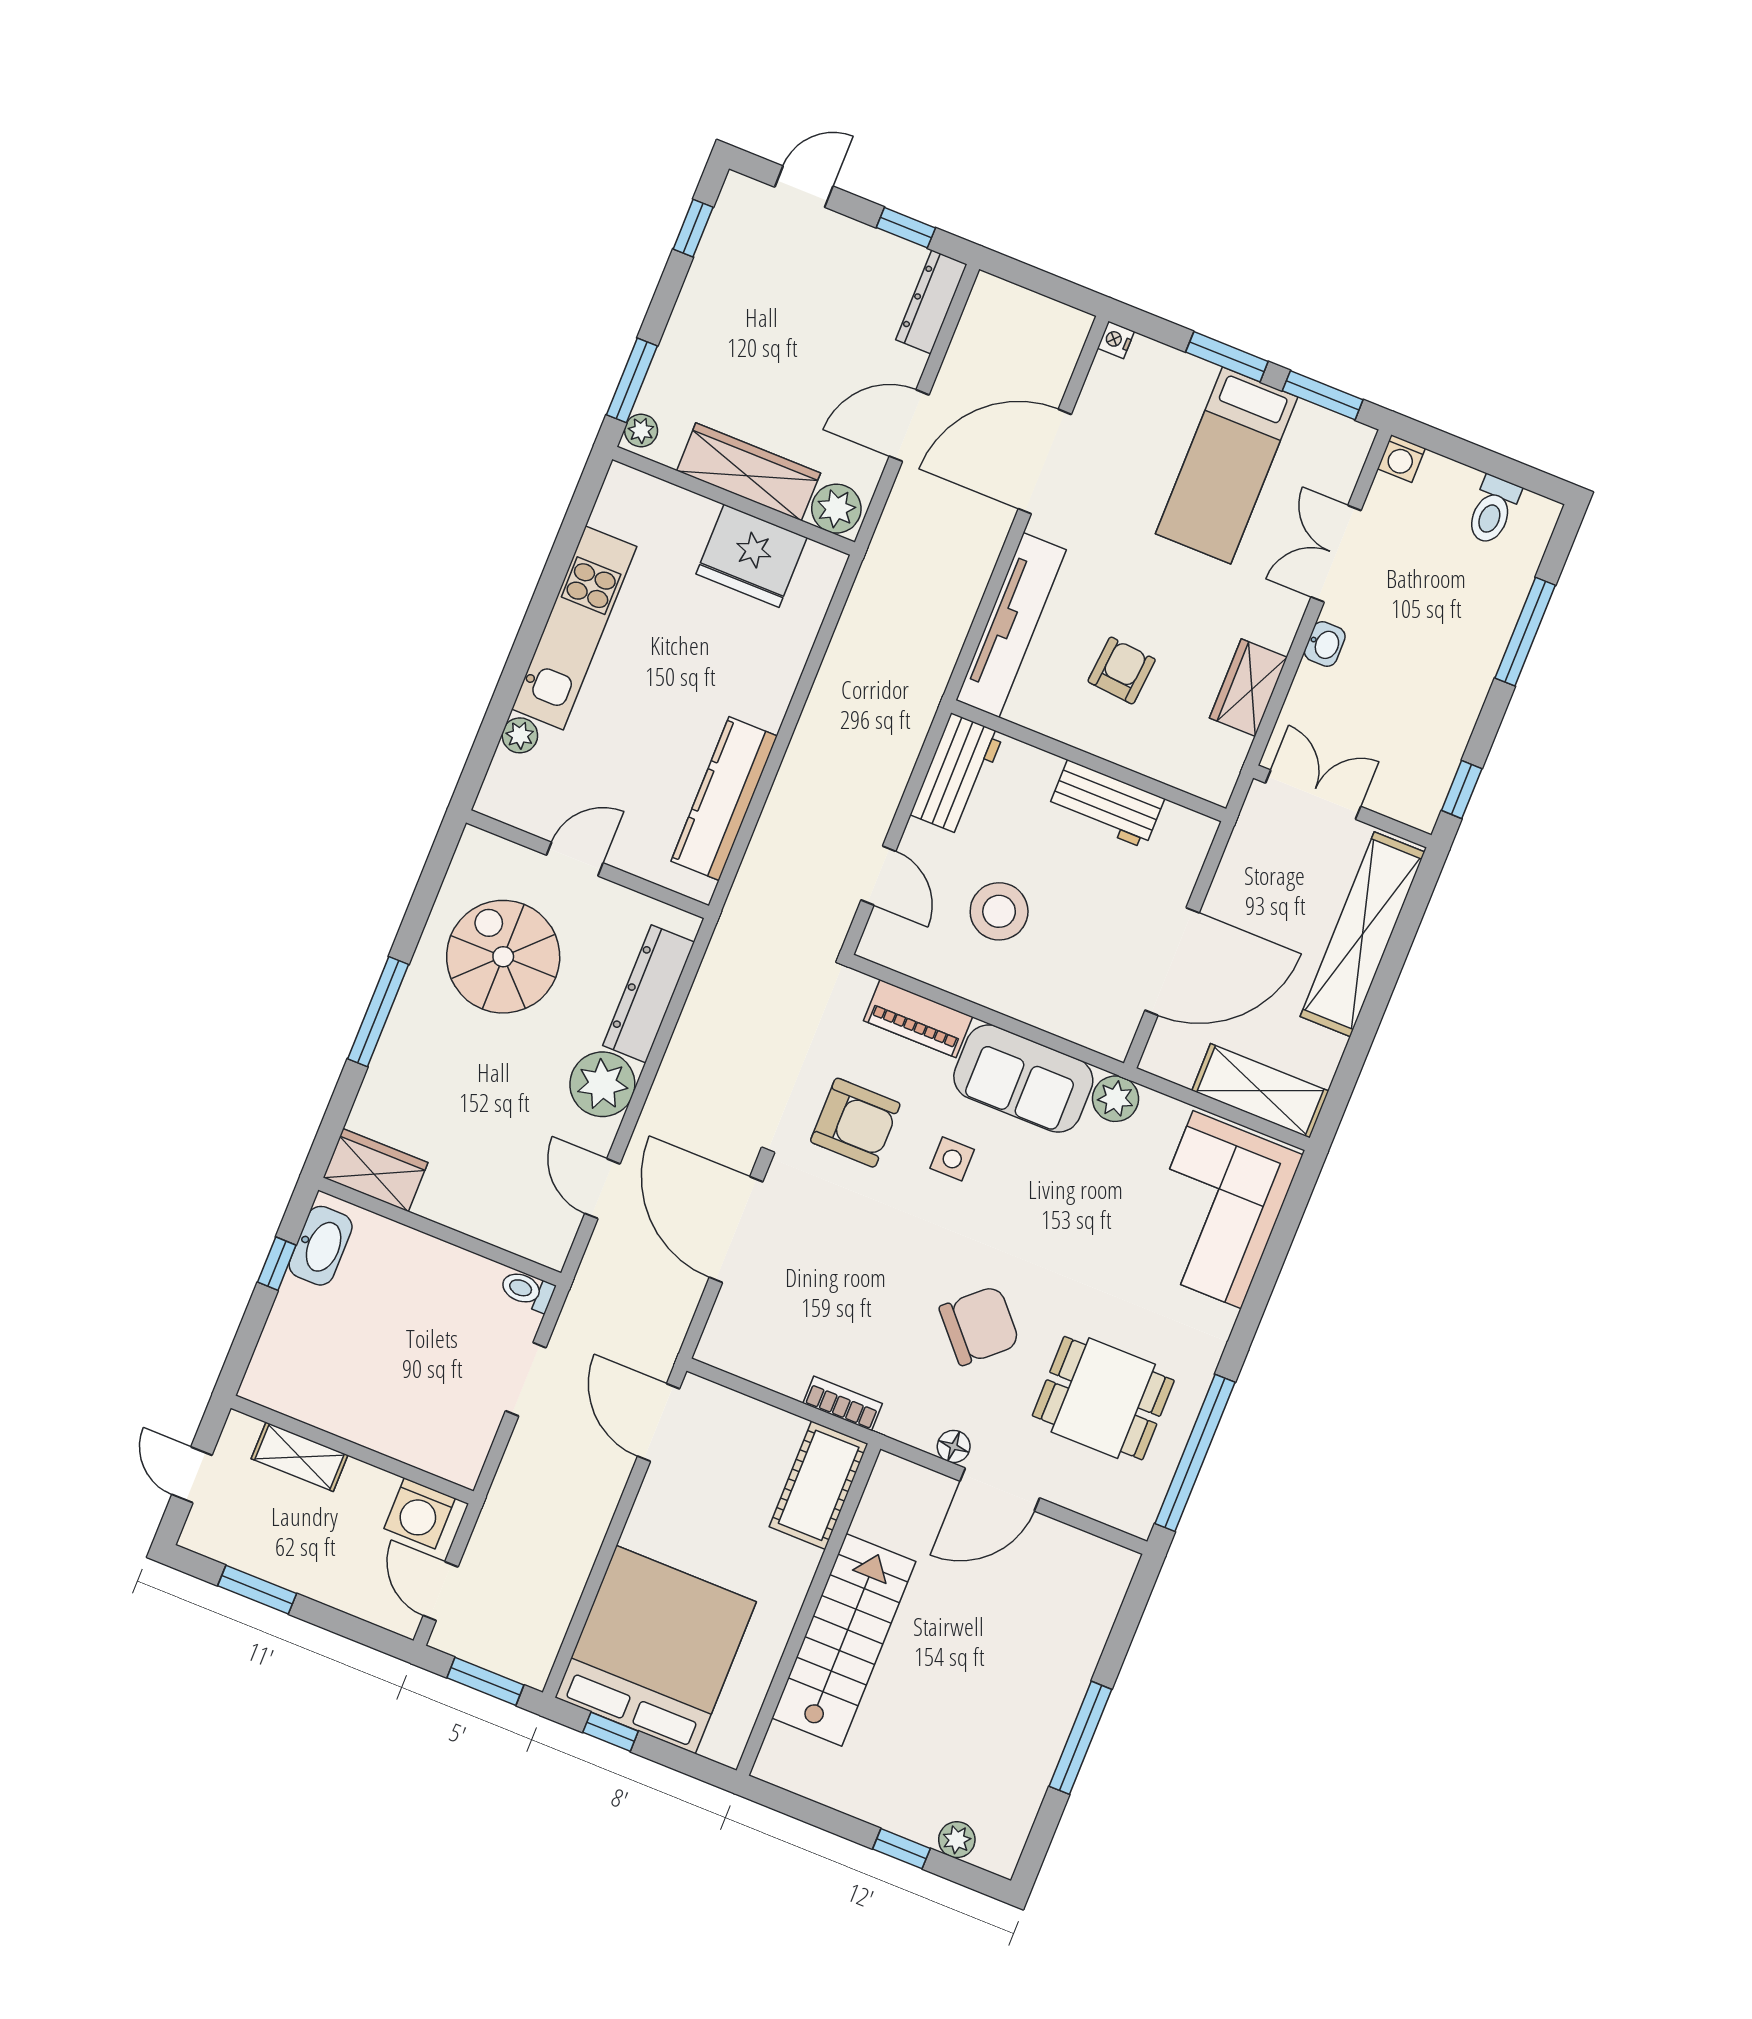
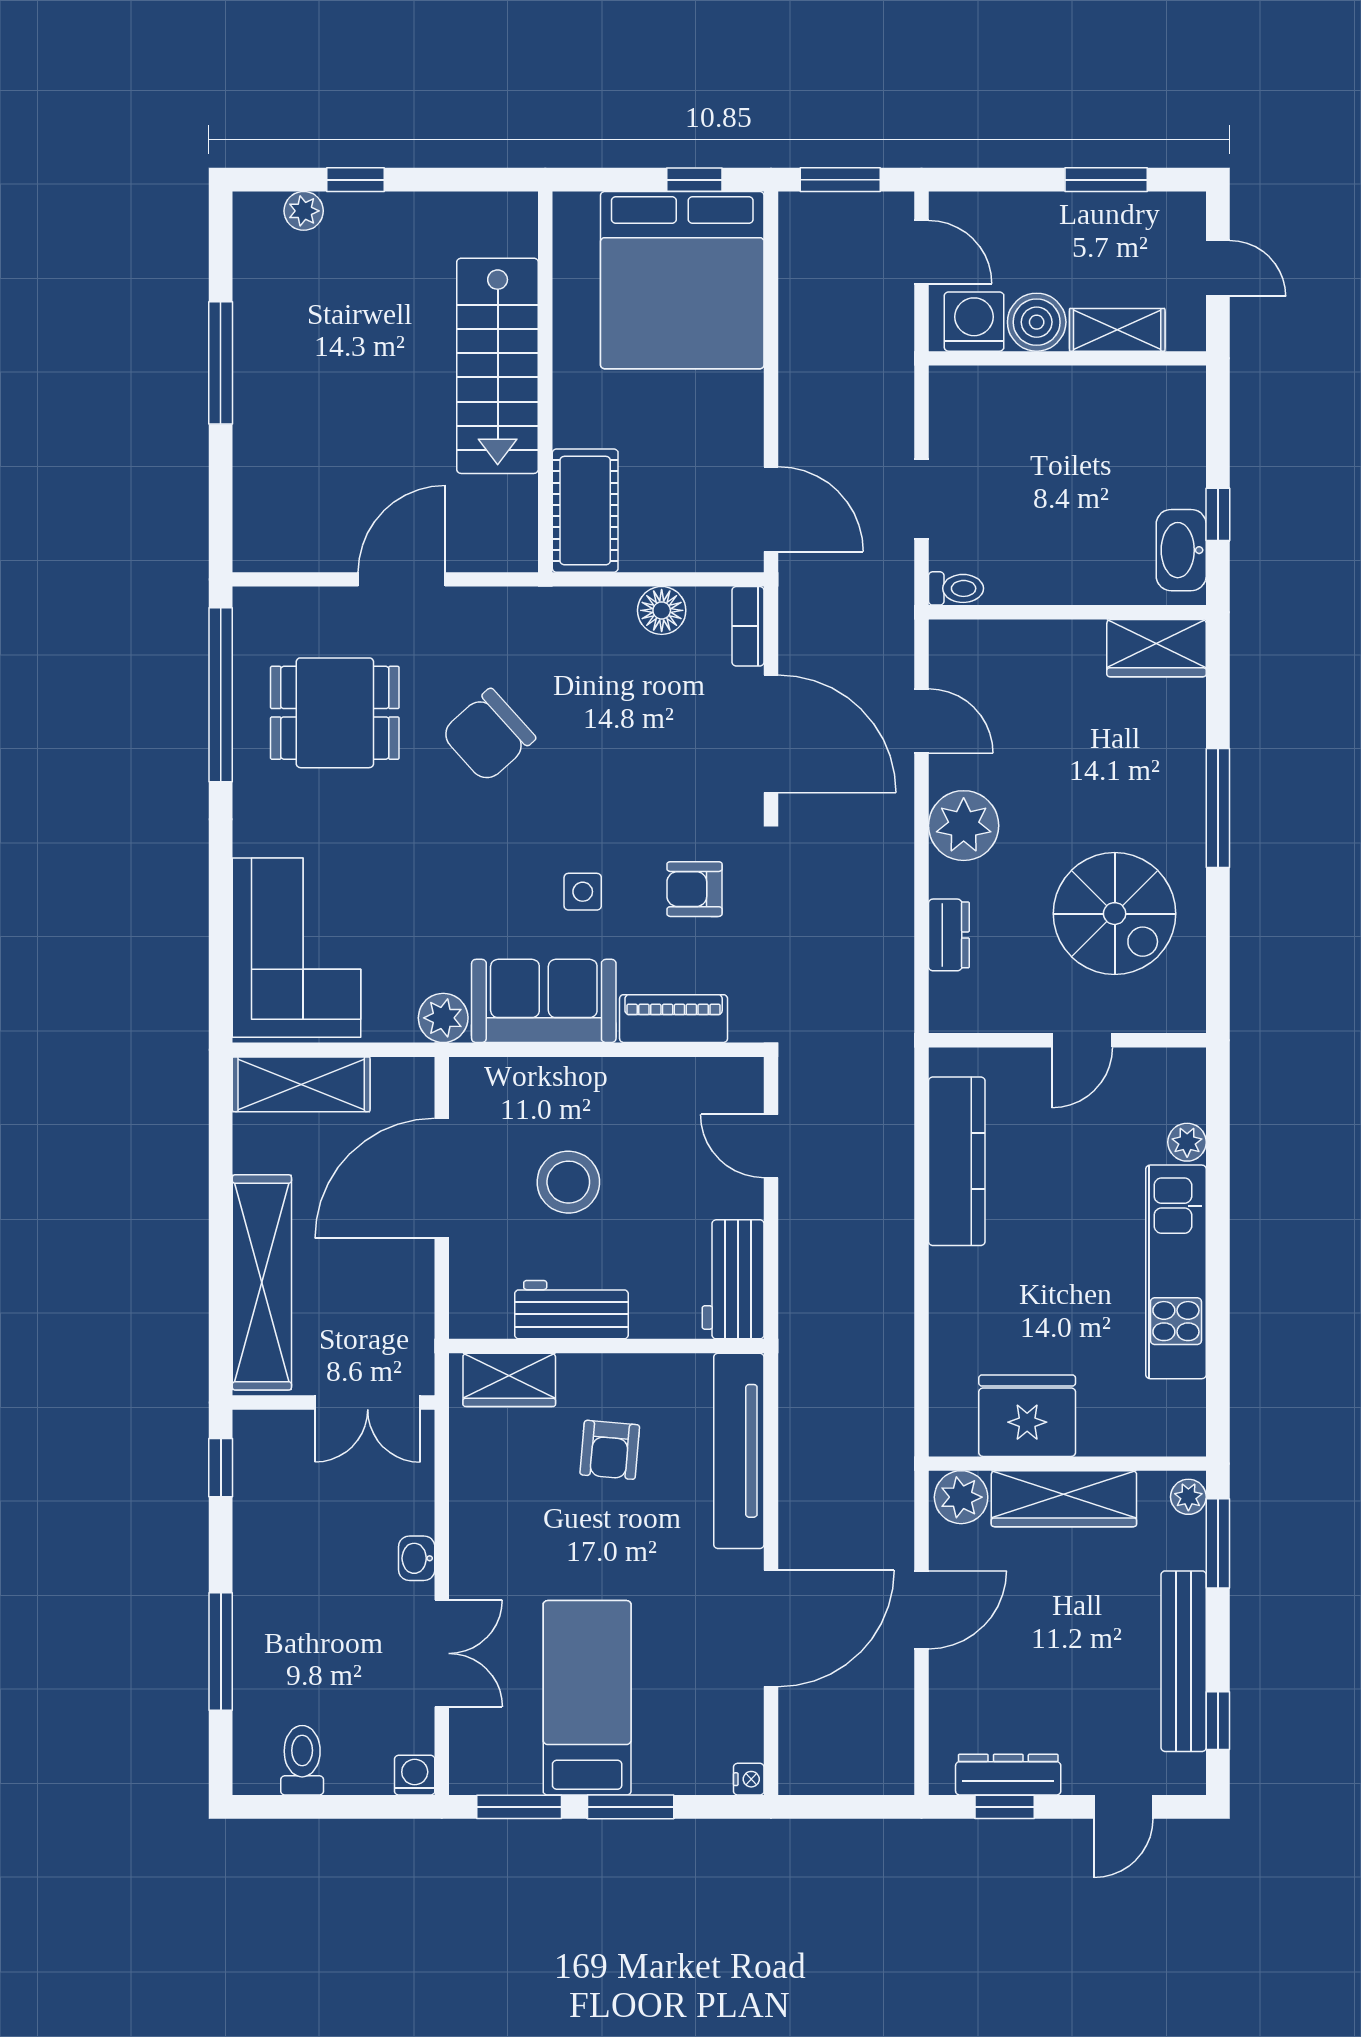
bench: (702, 291) -> (1184, 1661), added
dresser: (931, 302) -> (1008, 1775), moved, turned -90
wardrobe: (1248, 688) -> (509, 1380), moved, turned 90
stool: (999, 911) -> (568, 1182), moved
dresser: (649, 994) -> (949, 935), width x0.51, depth x0.80
armchair: (855, 1123) -> (695, 889), width x0.72, depth x0.72
bookcase: (843, 1403) -> (748, 626), moved, turned 90
floor lamp: (954, 1446) -> (662, 610), moved, width x1.37, depth x1.37
boiler: (366, 1491) -> (1037, 322), added

